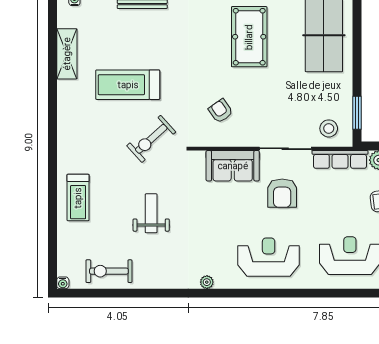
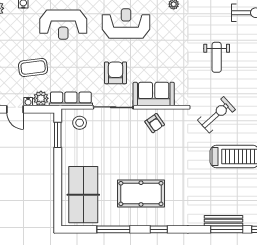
pool table: (249, 37) -> (141, 194), turned 90
armchair: (221, 111) -> (155, 123), moved
reception desk: (269, 257) -> (126, 24), turned 180

